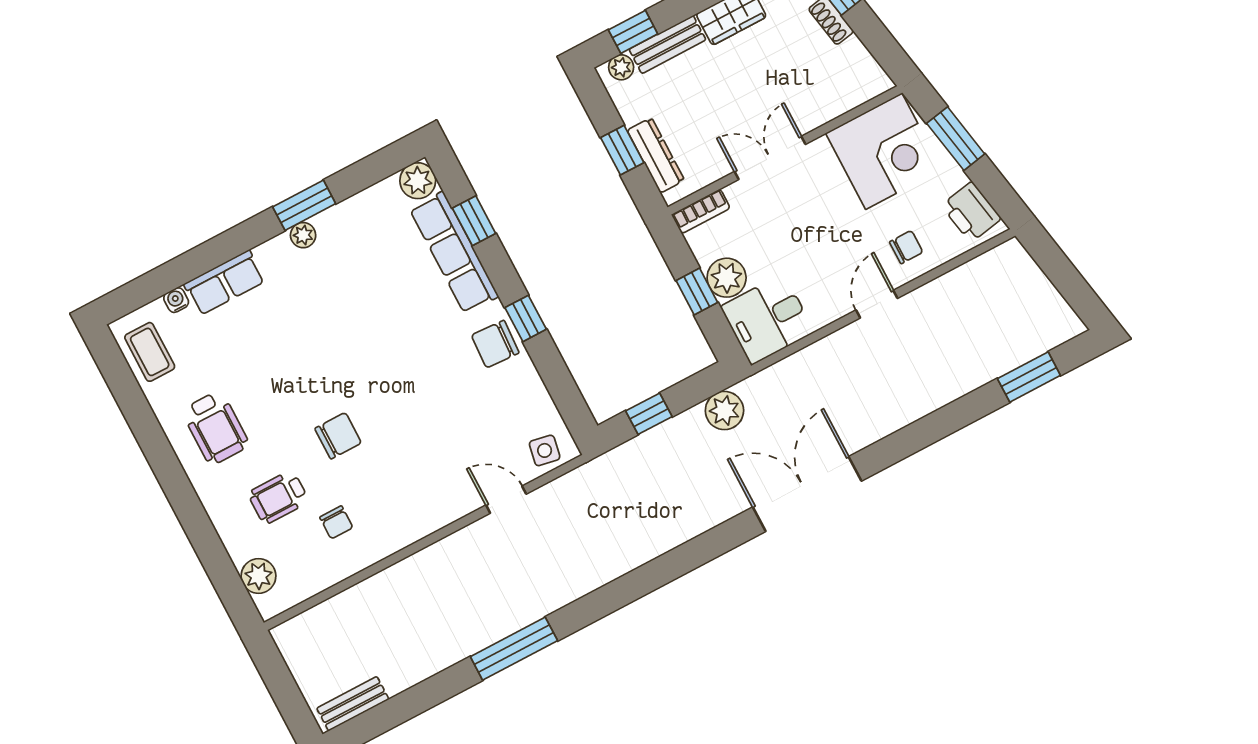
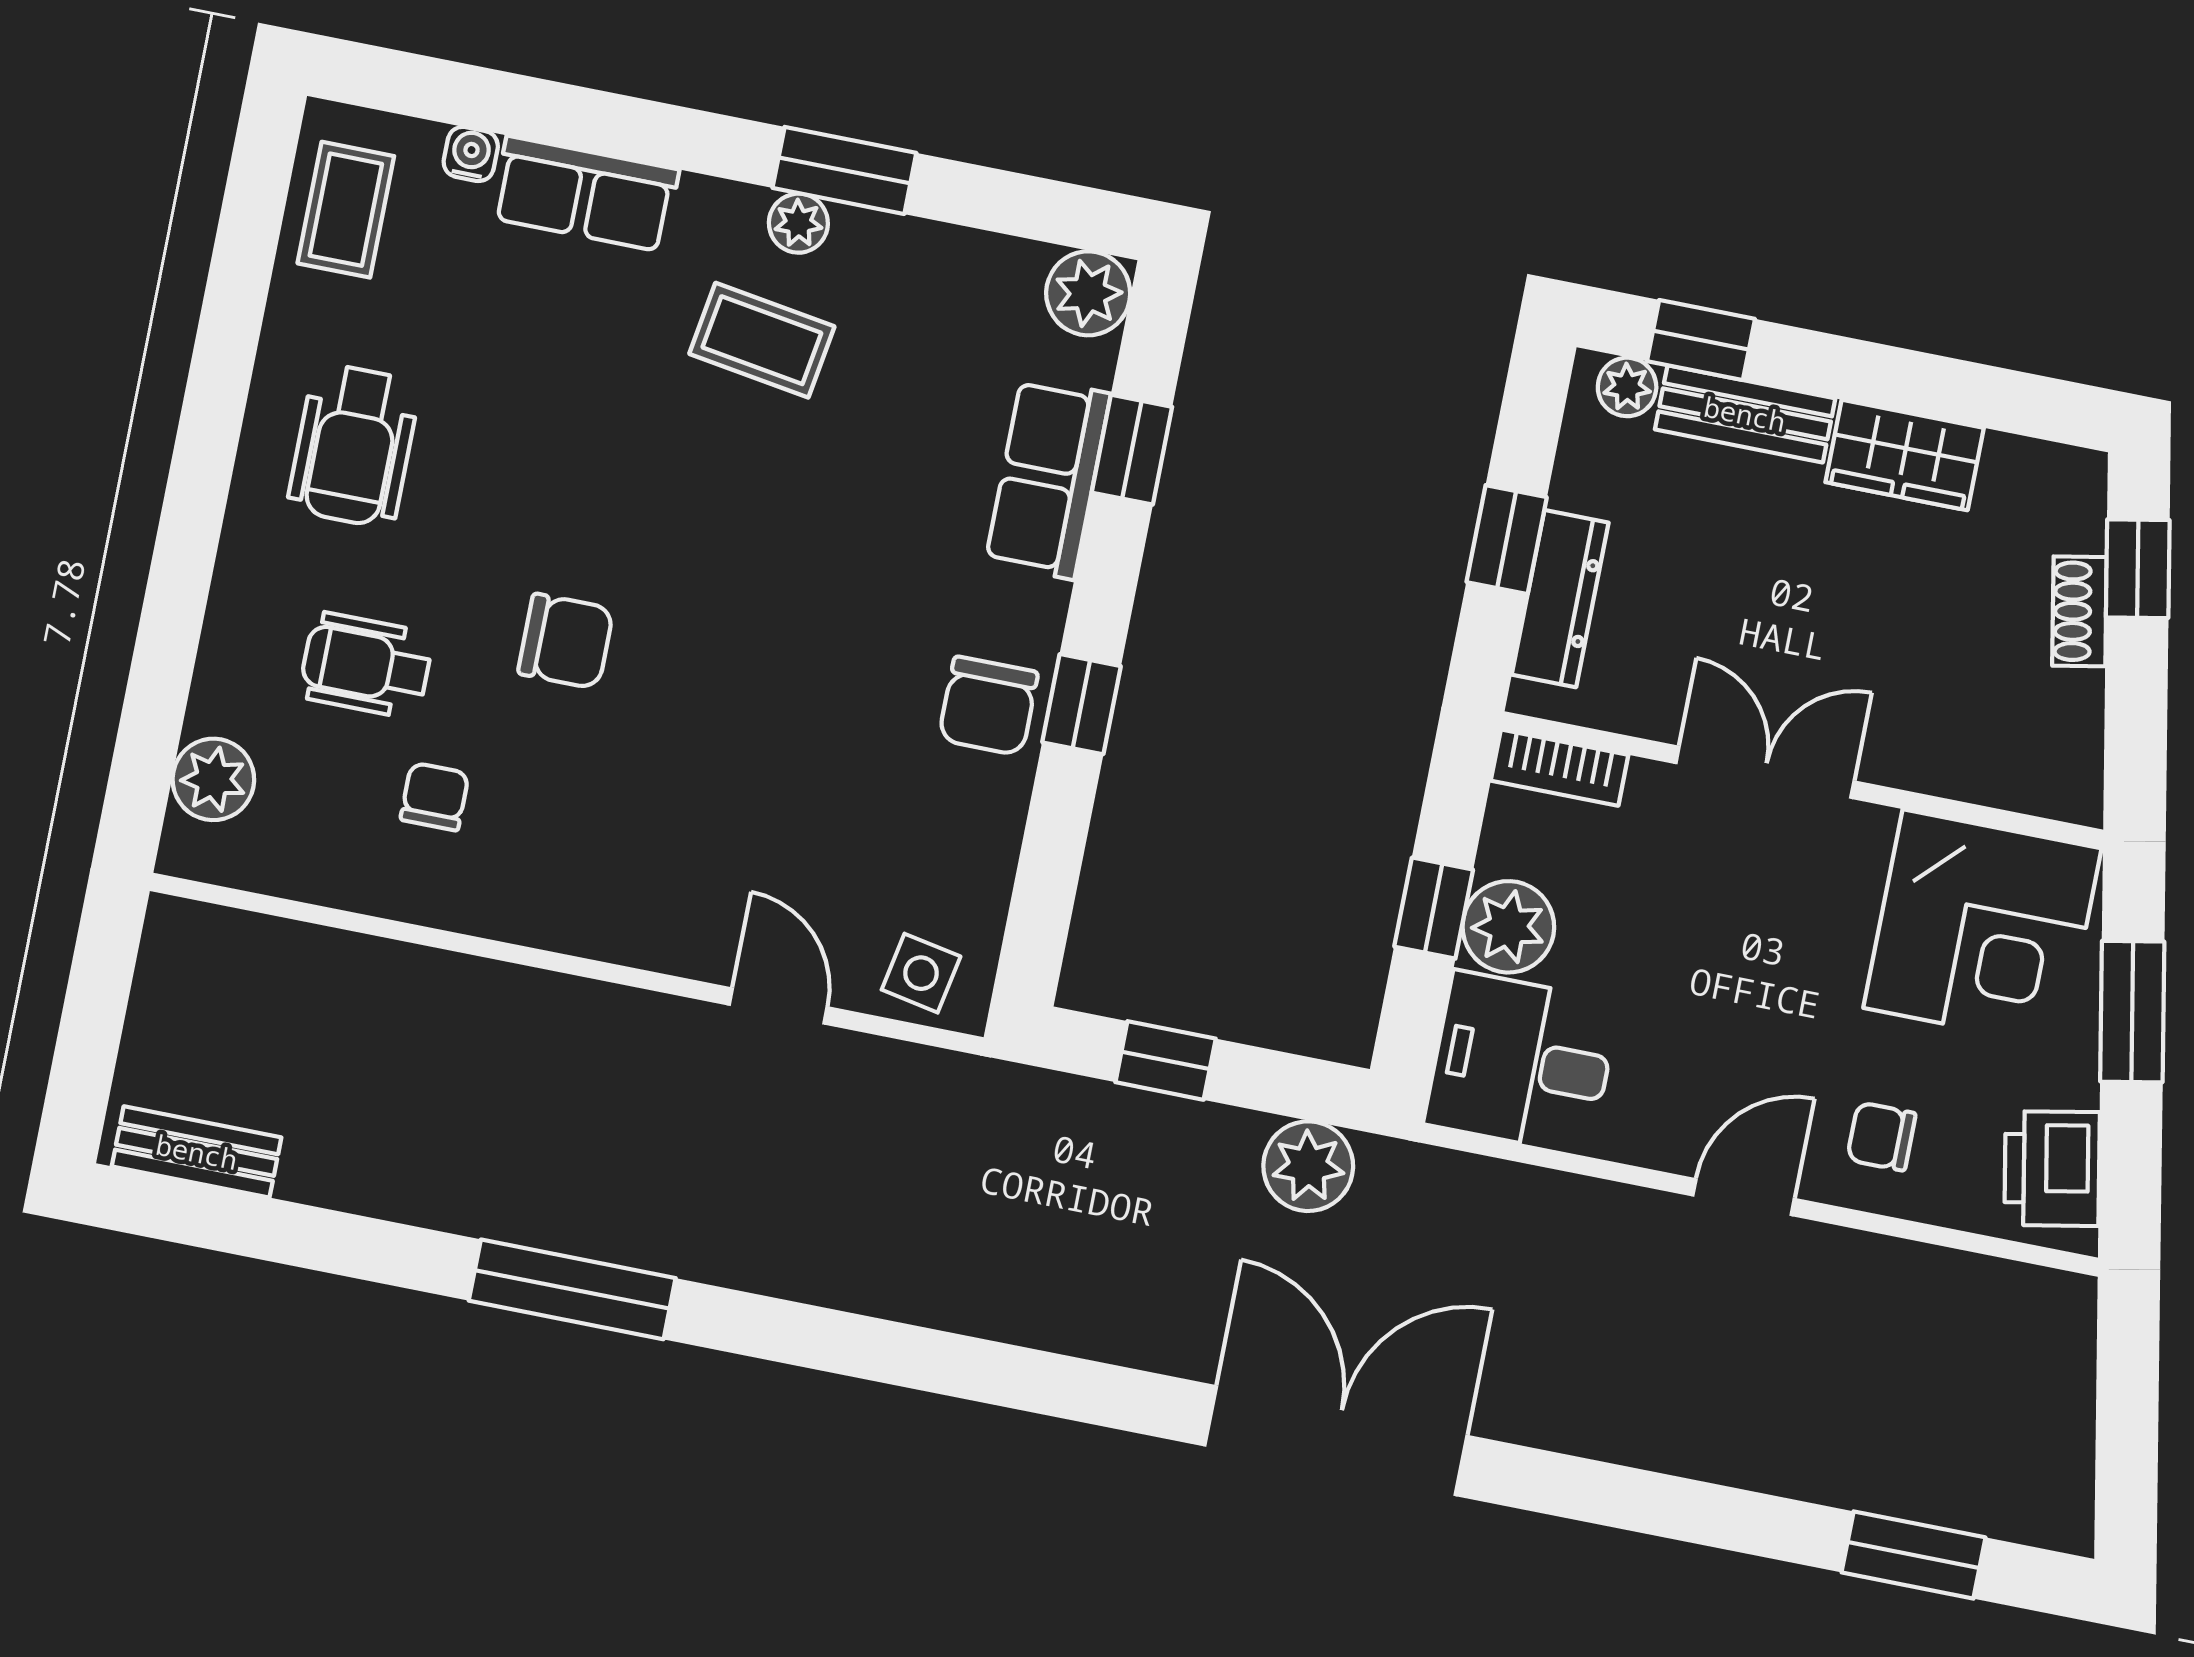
chair: (906, 247) -> (1881, 1136), turned 180
row of seats: (454, 253) -> (1048, 478), width x0.68
coffee table: (322, 284) -> (762, 340), added
chair: (495, 344) -> (988, 706), turned -93
chair: (336, 522) -> (435, 797), turned 180

